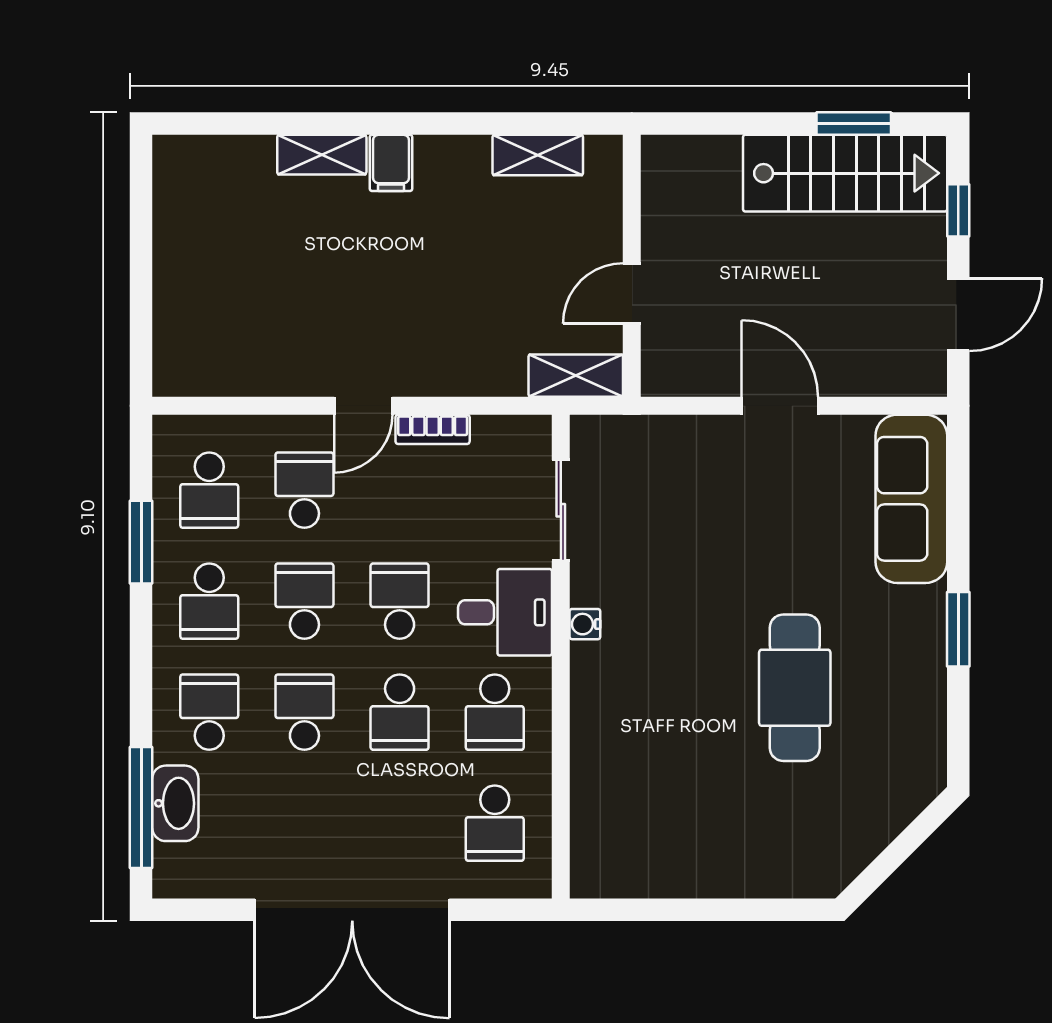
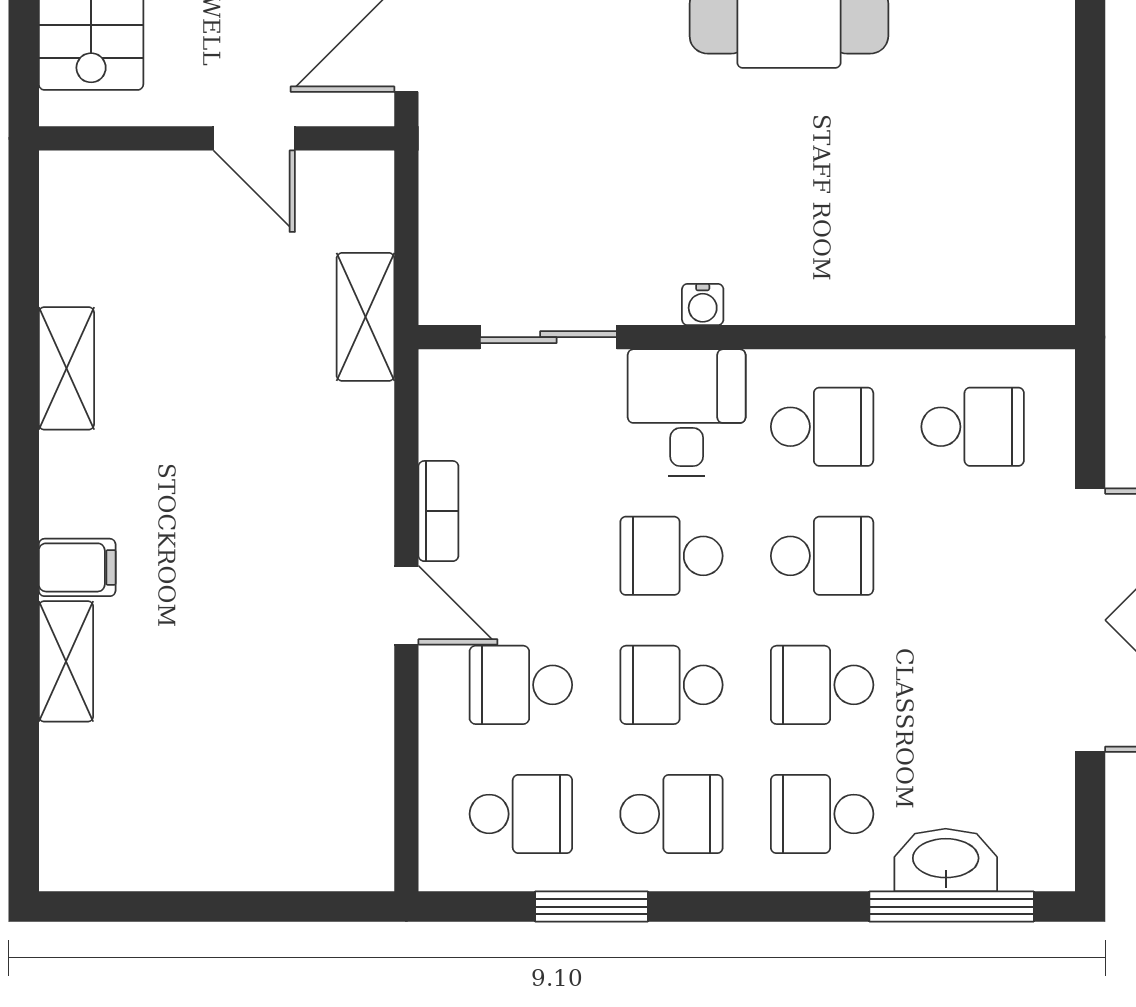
wall: (632, 266) -> (217, 138), moved
door: (632, 293) -> (254, 138), moved

